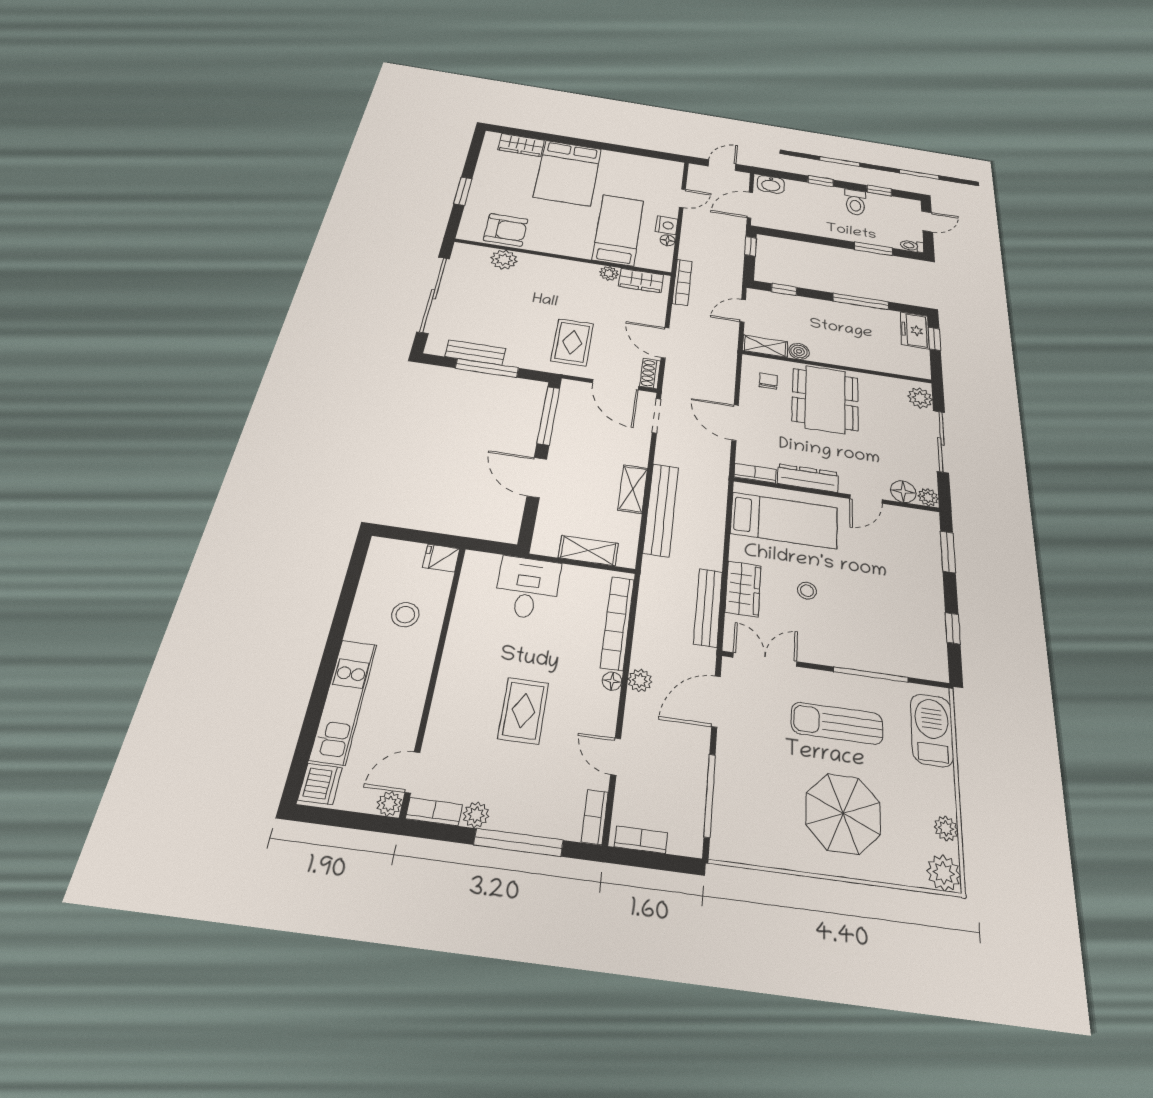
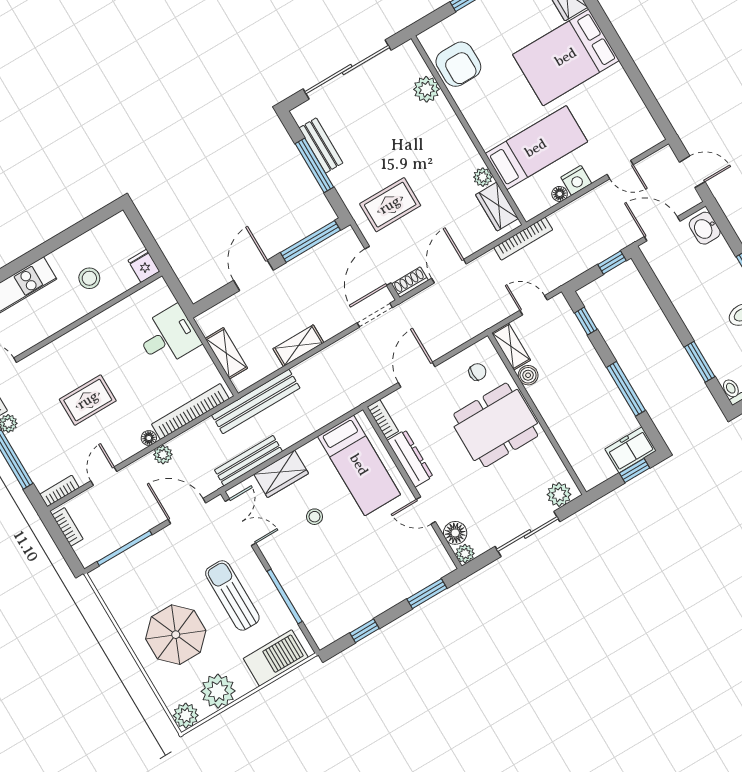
bench: (661, 509) -> (256, 401), moved
plant: (946, 828) -> (218, 691), width x1.88, depth x1.88

